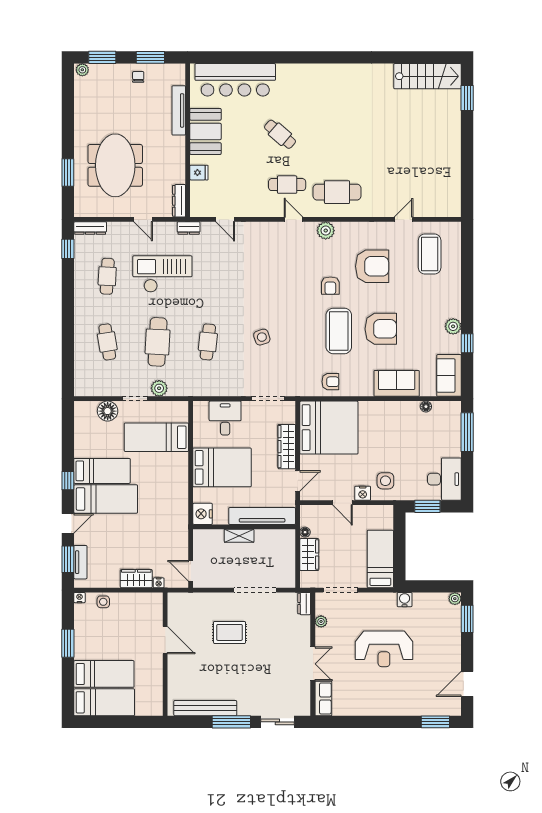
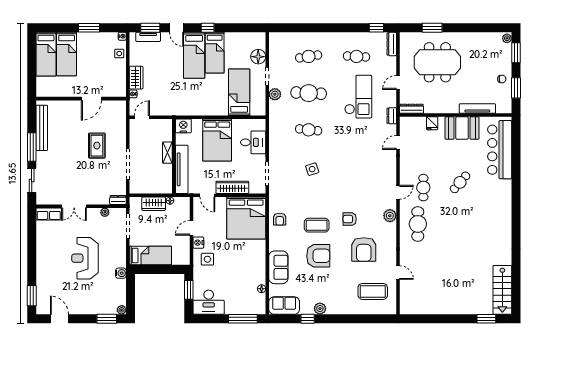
armchair: (381, 329) -> (318, 256), turned -90
coffee table: (339, 331) -> (317, 225), width x0.73, depth x0.76

